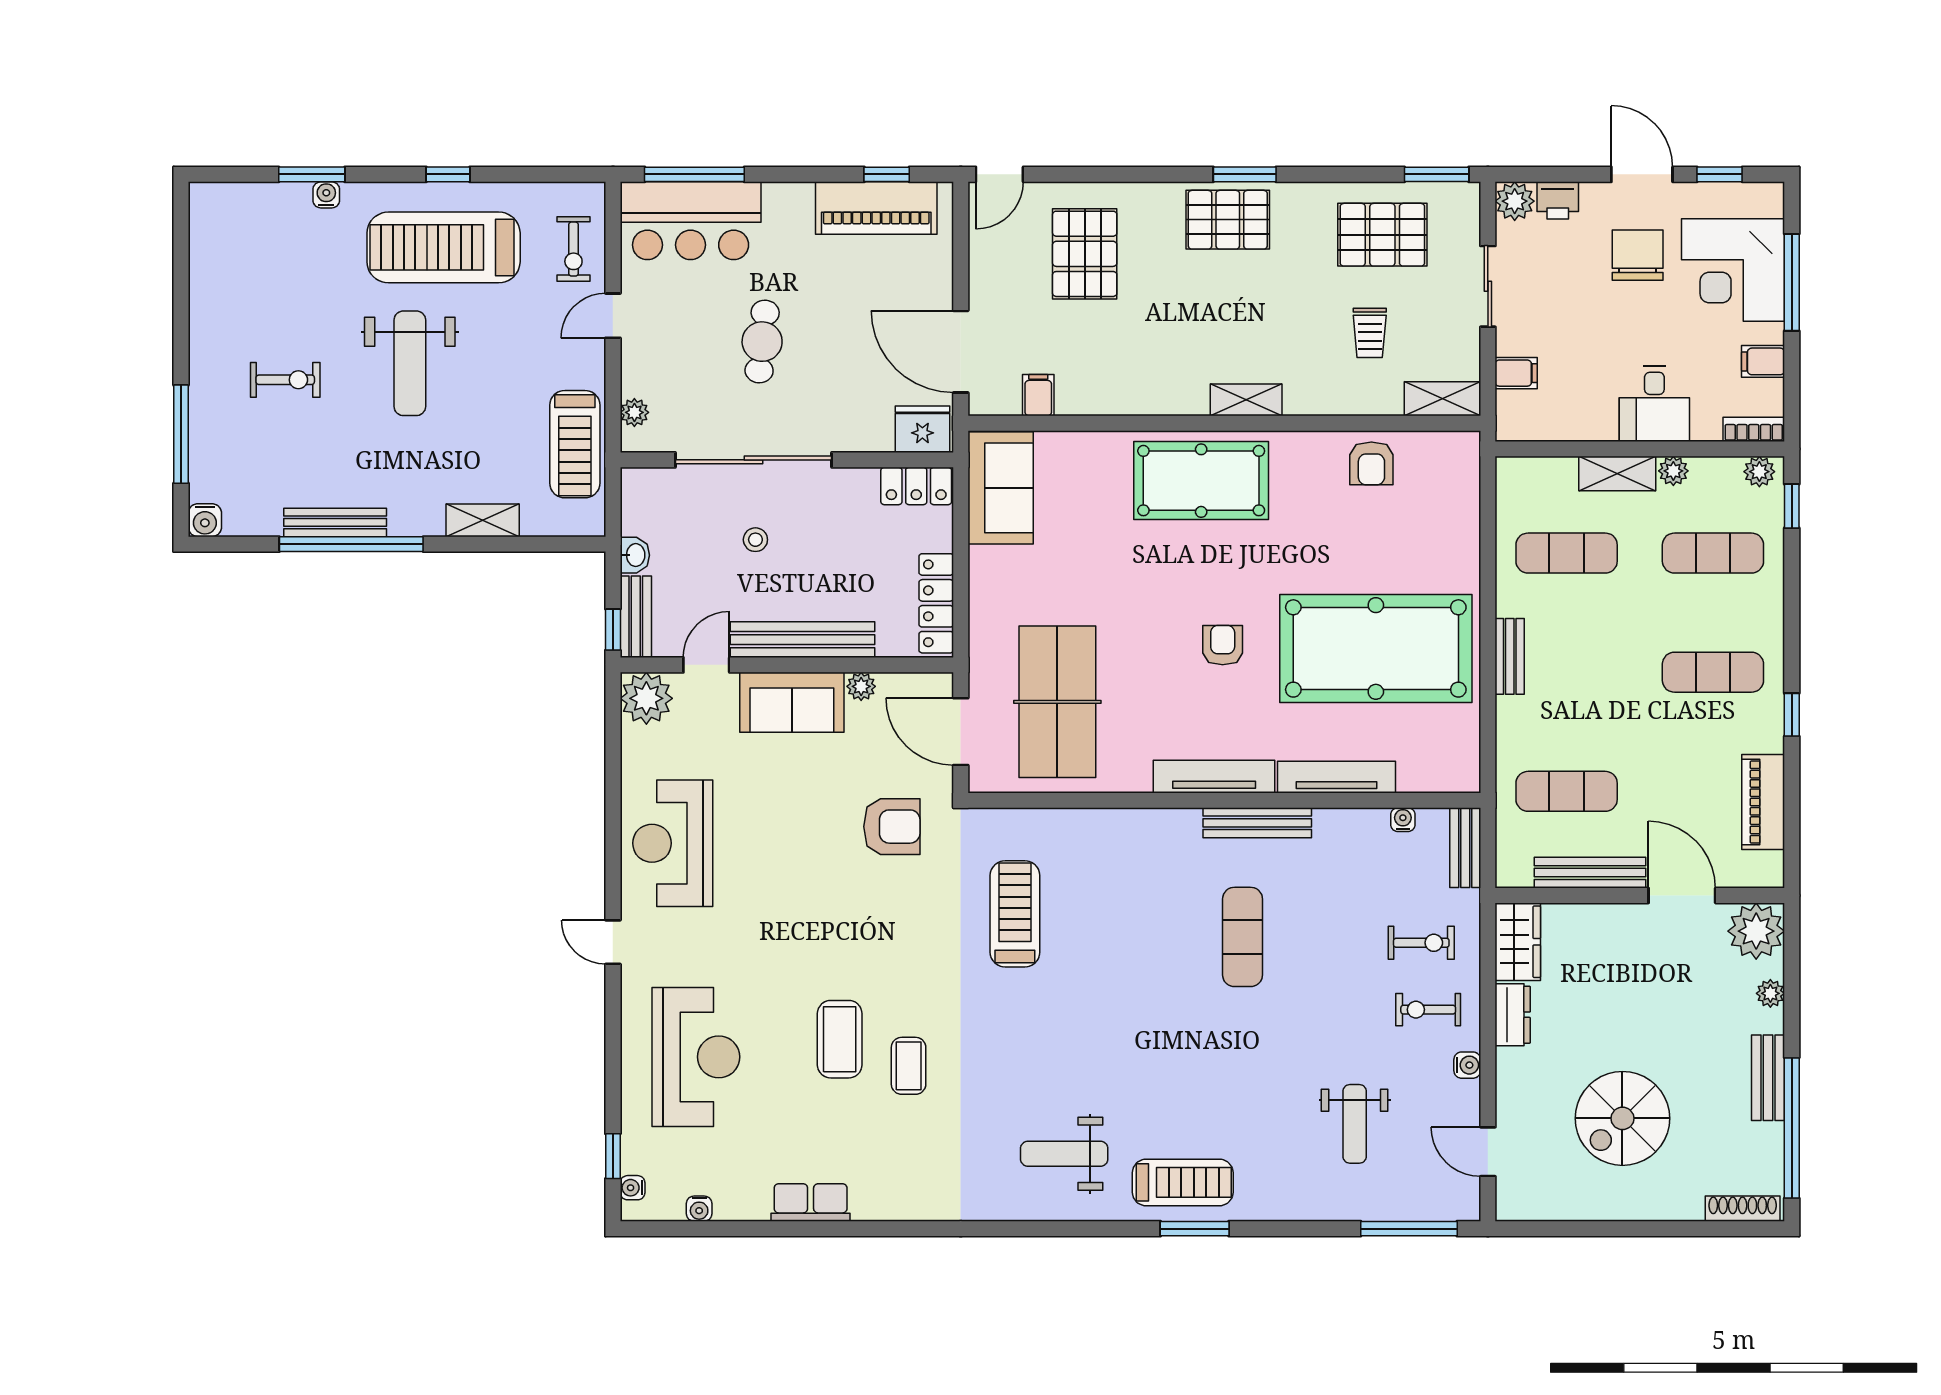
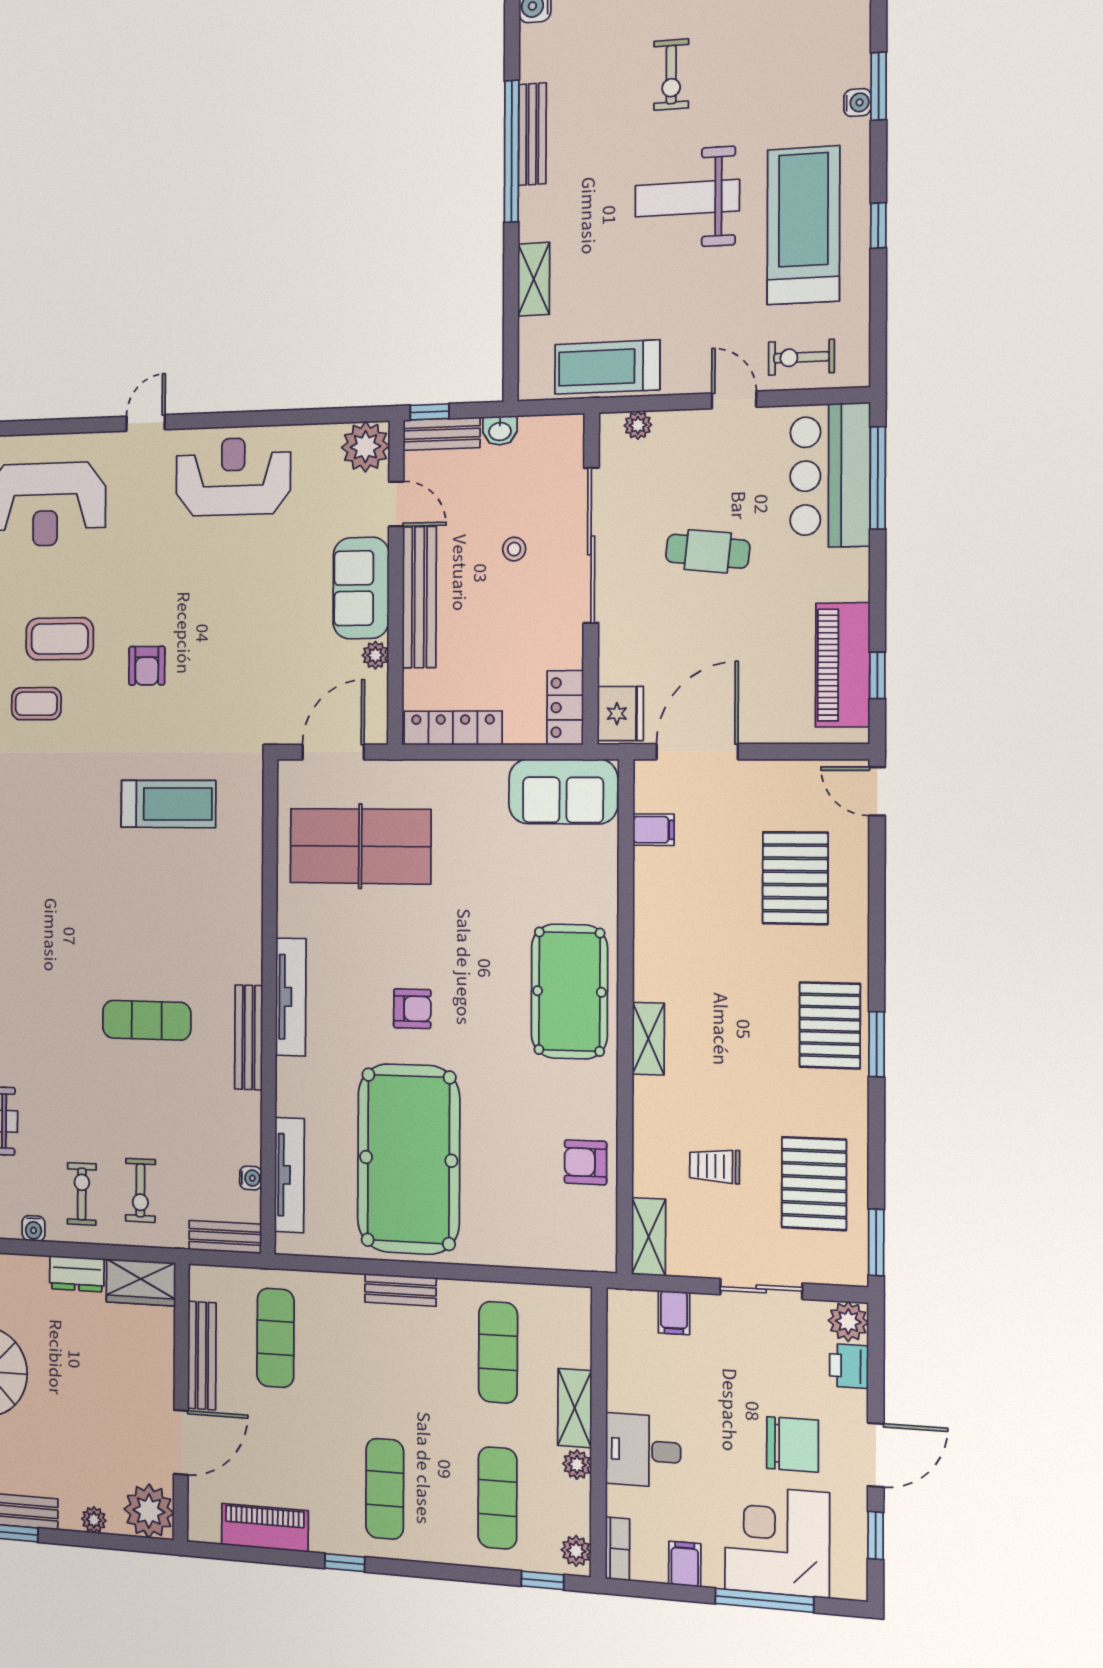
pallet: (1085, 254) -> (795, 878), turned 90
tv unit: (1337, 777) -> (289, 1175), moved
armchair: (892, 827) -> (147, 666), moved, width x0.72, depth x0.72

